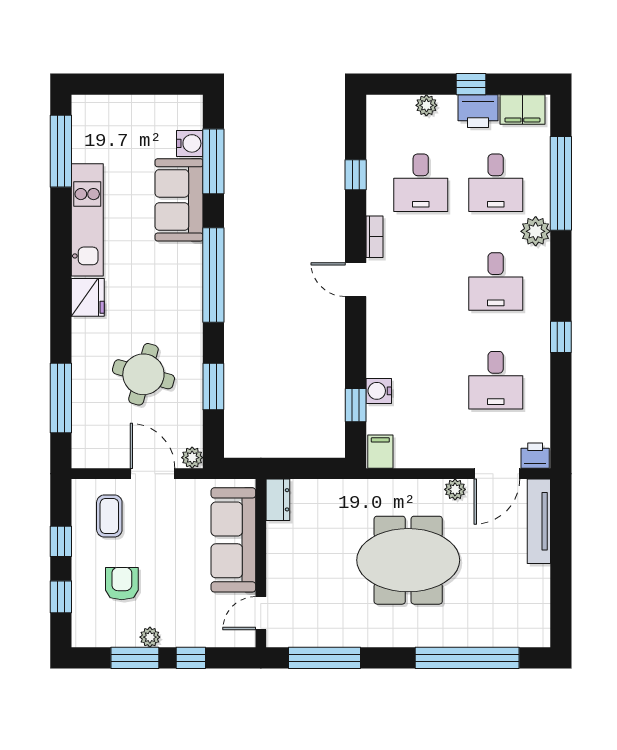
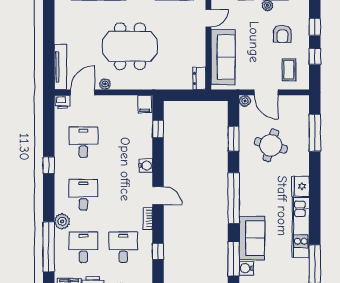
water cooler: (379, 391) -> (146, 166), moved

